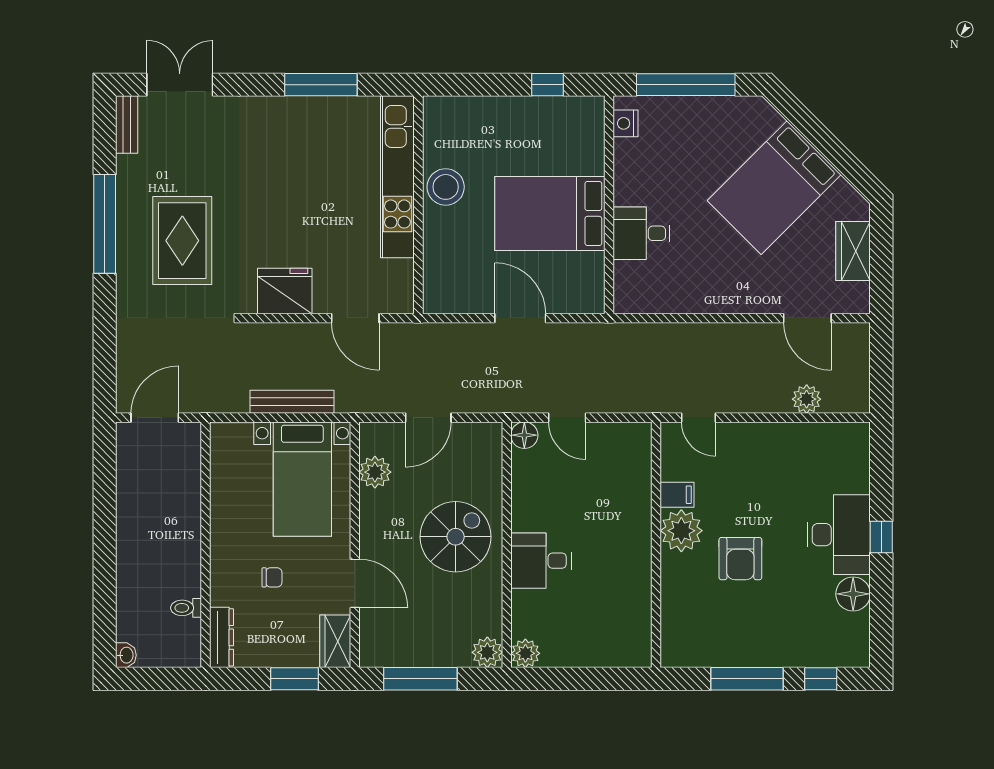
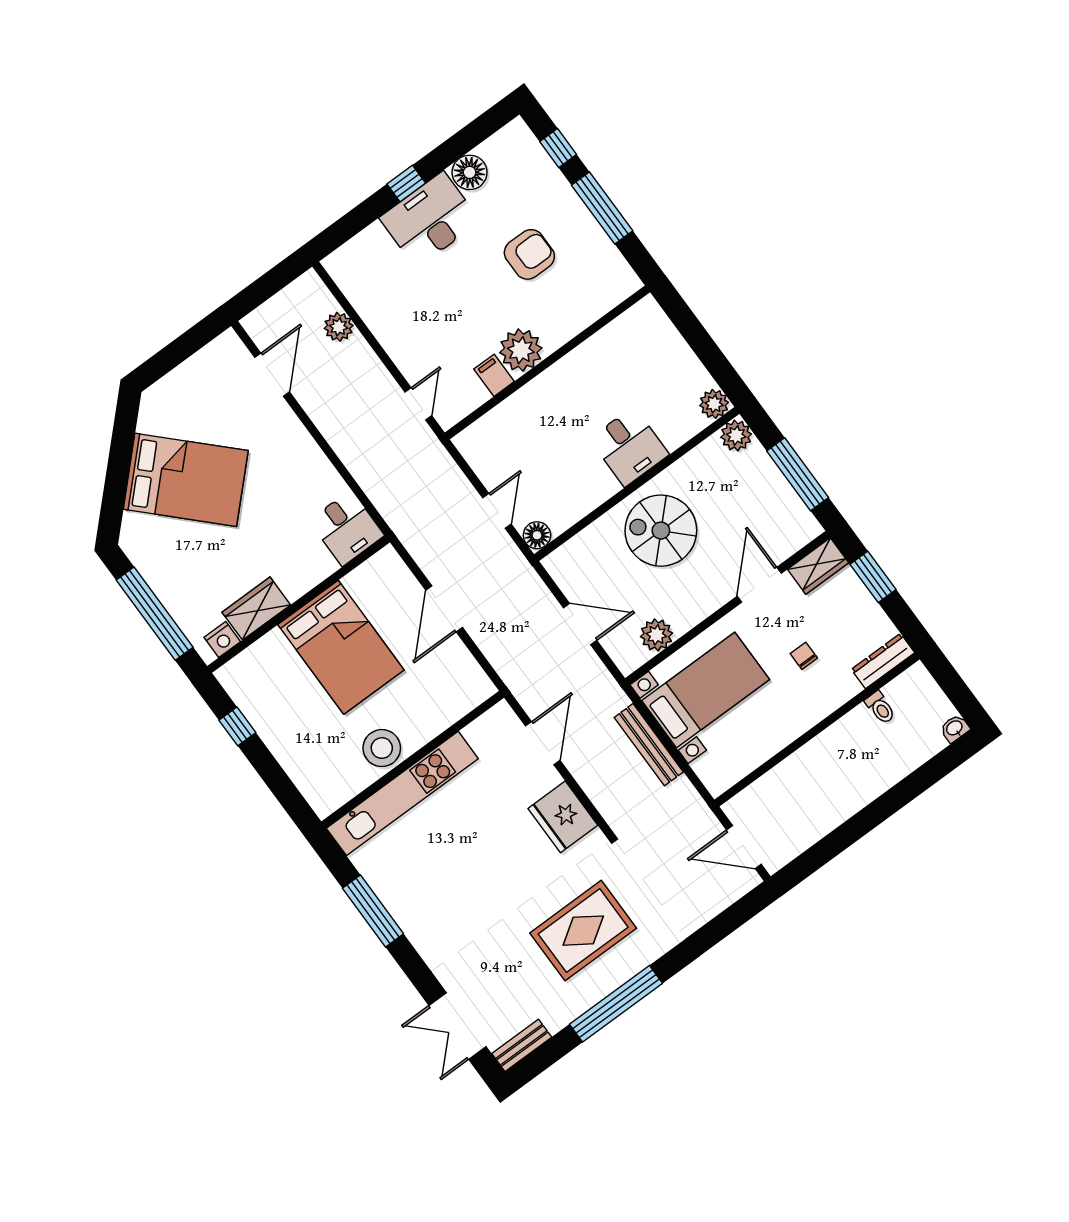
desk: (642, 233) -> (347, 528), moved
wardrobe: (853, 251) -> (256, 609), moved, turned 180
armchair: (740, 559) -> (529, 254), moved

